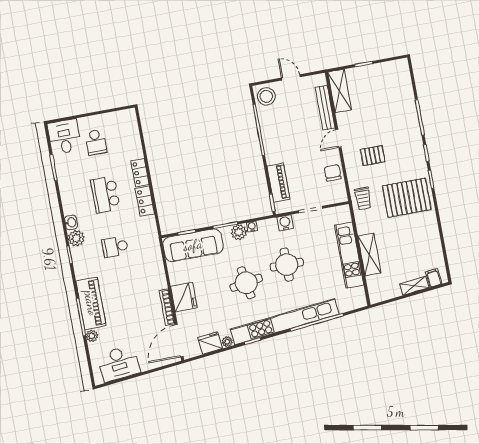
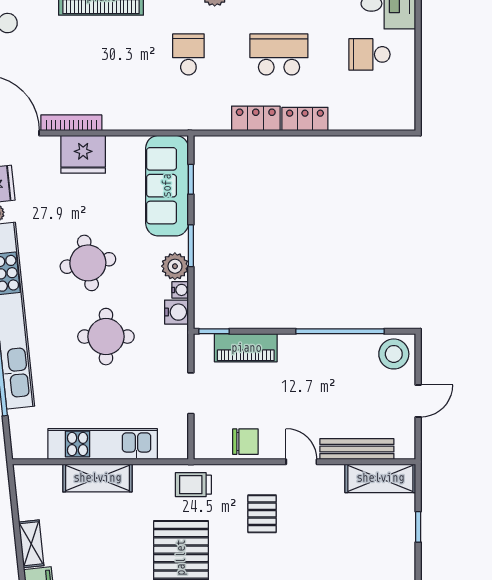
water cooler: (285, 223) -> (176, 312), moved

